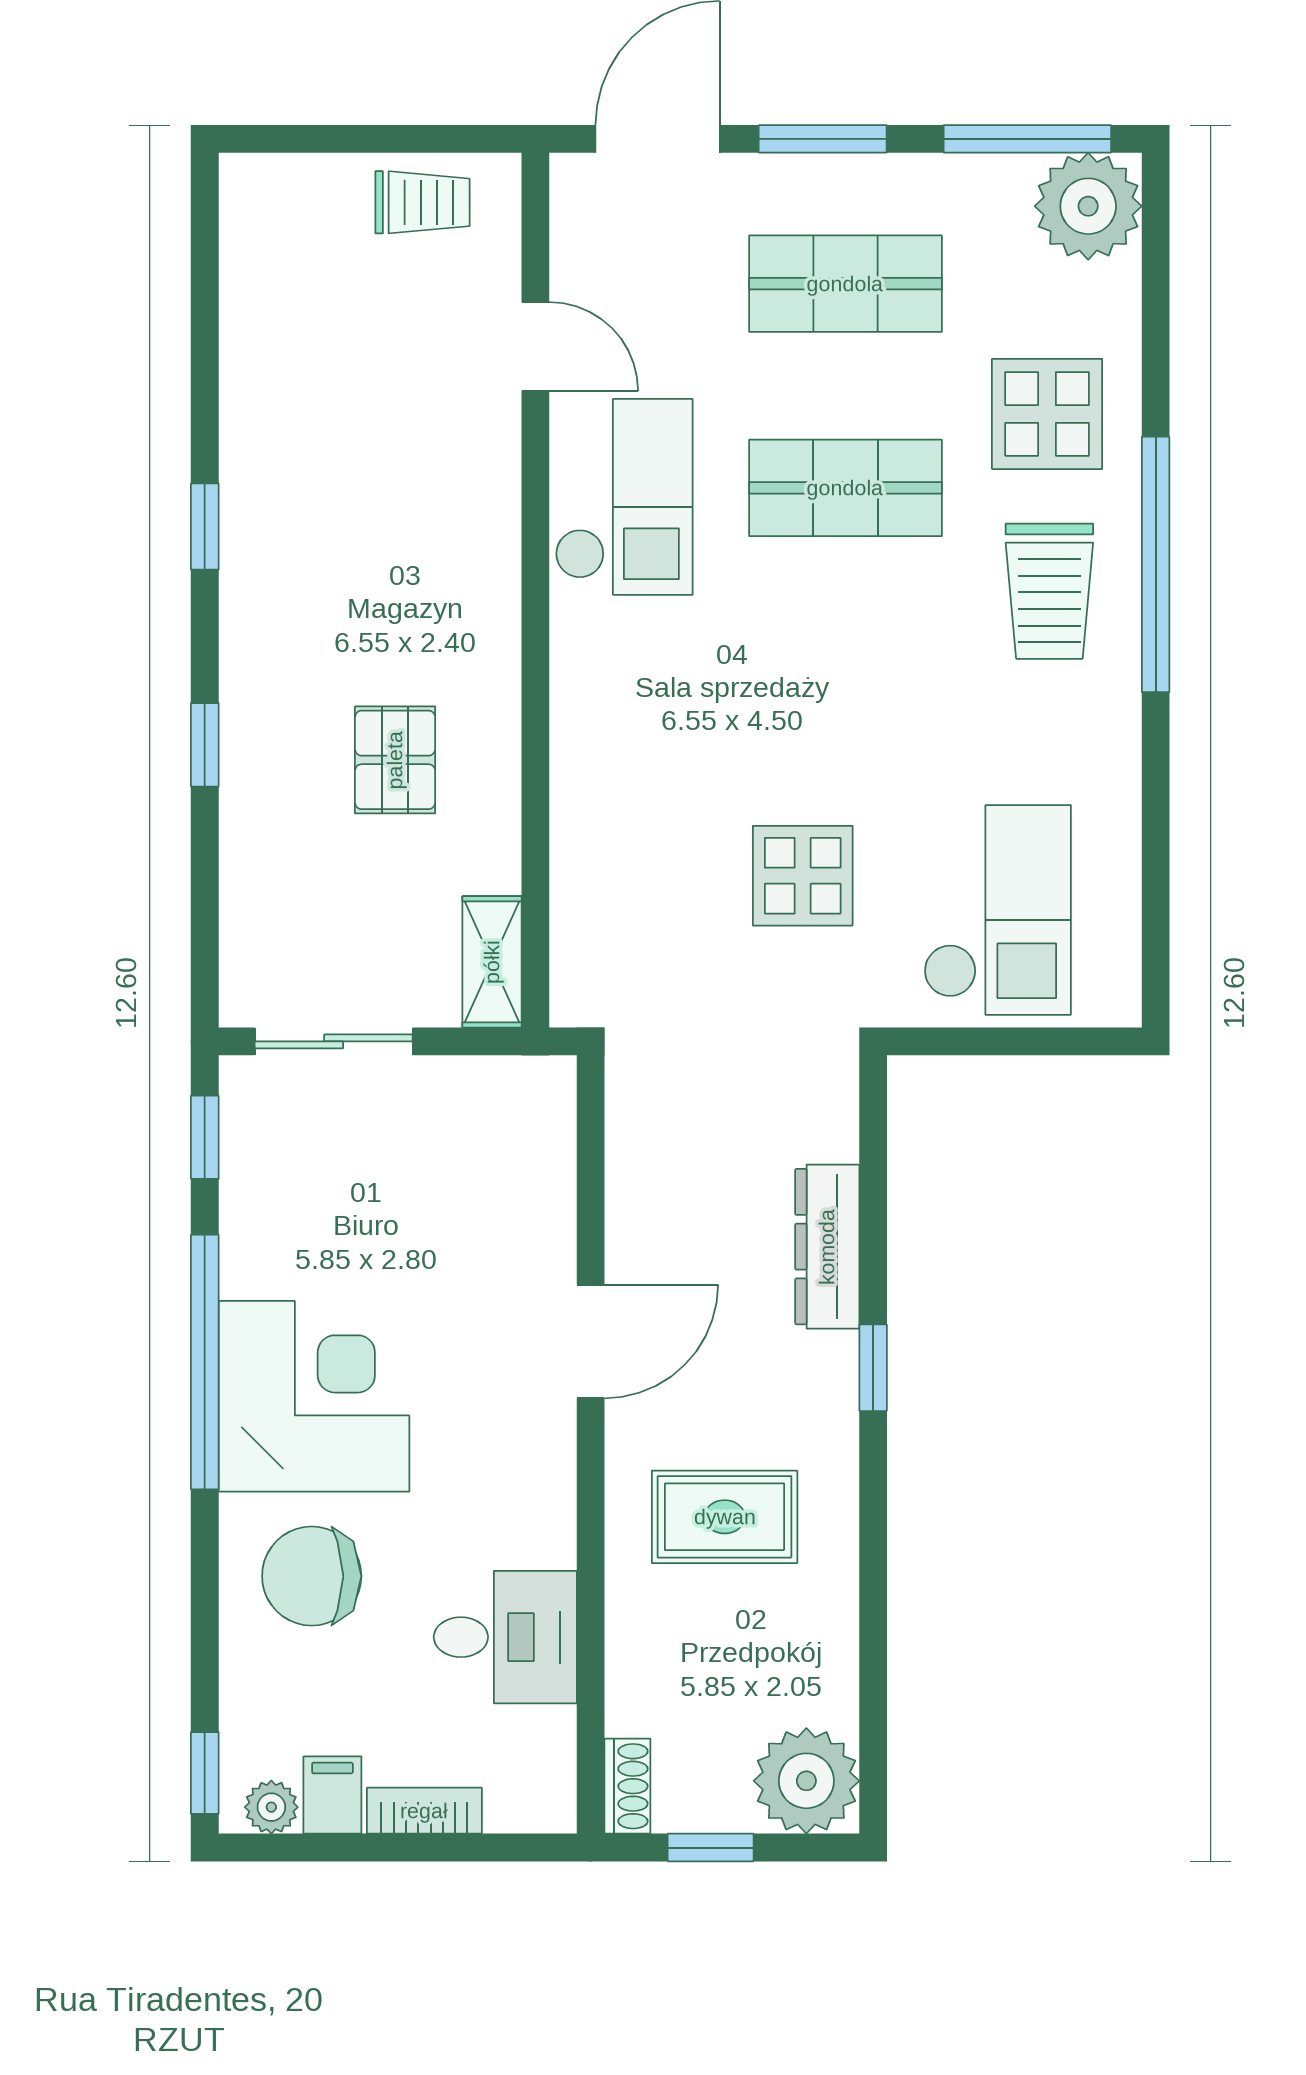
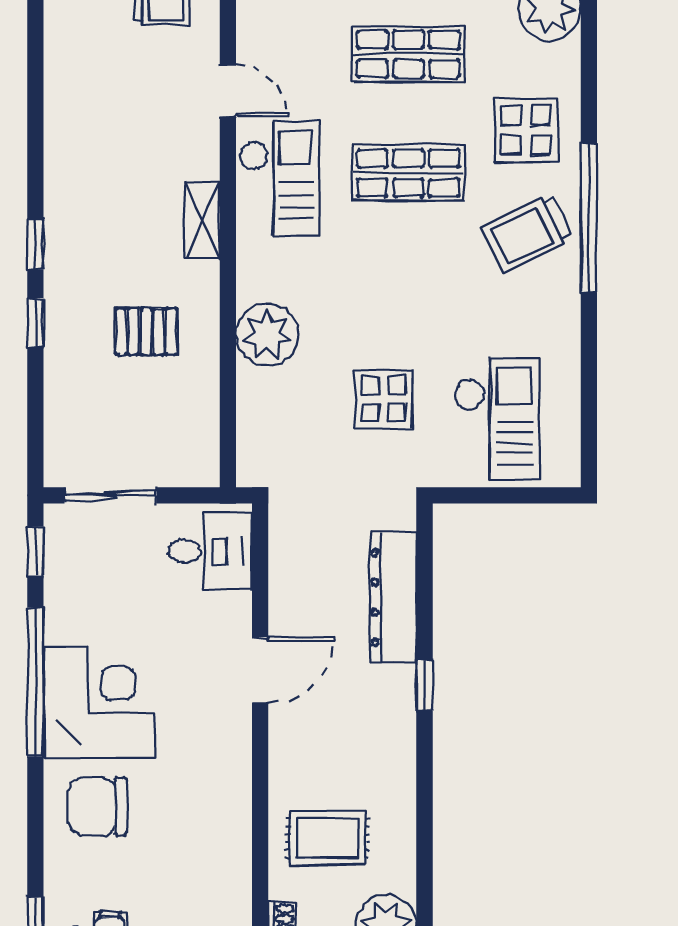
window: (205, 527) -> (35, 244), moved
trolley: (1049, 591) -> (527, 233), turned 64
pallet: (395, 760) -> (146, 332), turned 90
plant: (602, 765) -> (267, 335), added
shelving: (492, 962) -> (203, 220), moved
dresser: (827, 1247) -> (393, 597), width x1.37, depth x1.24
rug: (725, 1517) -> (328, 838), moved
desk: (505, 1637) -> (210, 551), moved

